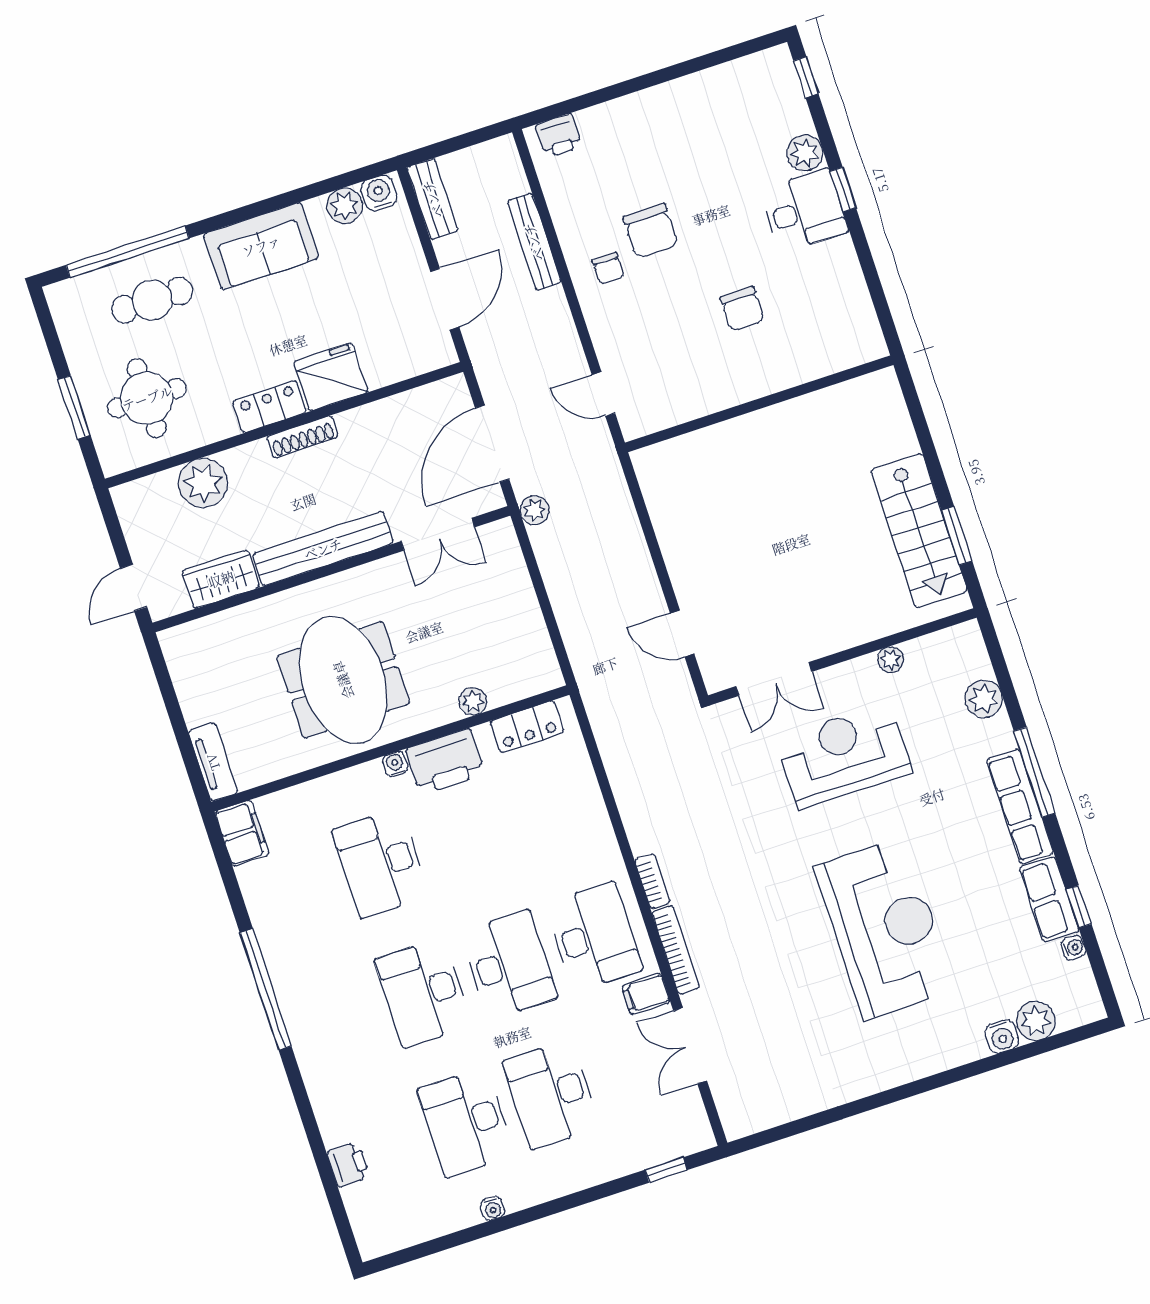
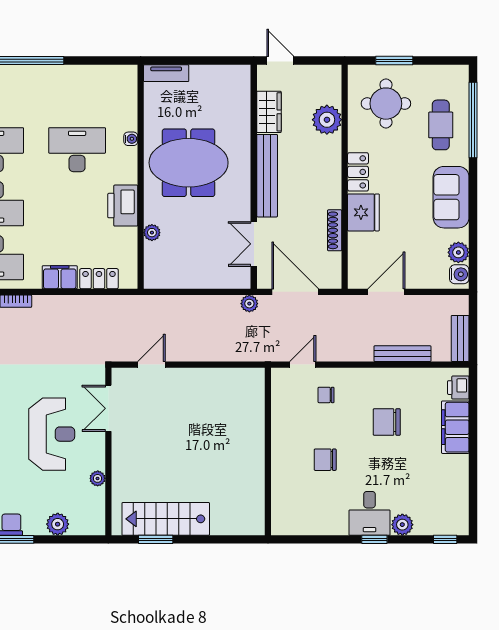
filing cabinet: (623, 120) -> (455, 427), added
bench: (433, 199) -> (460, 338), moved, turned 90
chair: (608, 268) -> (326, 395), moved
door: (445, 299) -> (386, 292), swing flipped
shoe rack: (302, 437) -> (335, 230), moved
locker: (527, 727) -> (99, 279), moved, turned 90
water cooler: (395, 764) -> (131, 139), moved
filing cabinet: (242, 833) -> (60, 277), moved, turned 180

